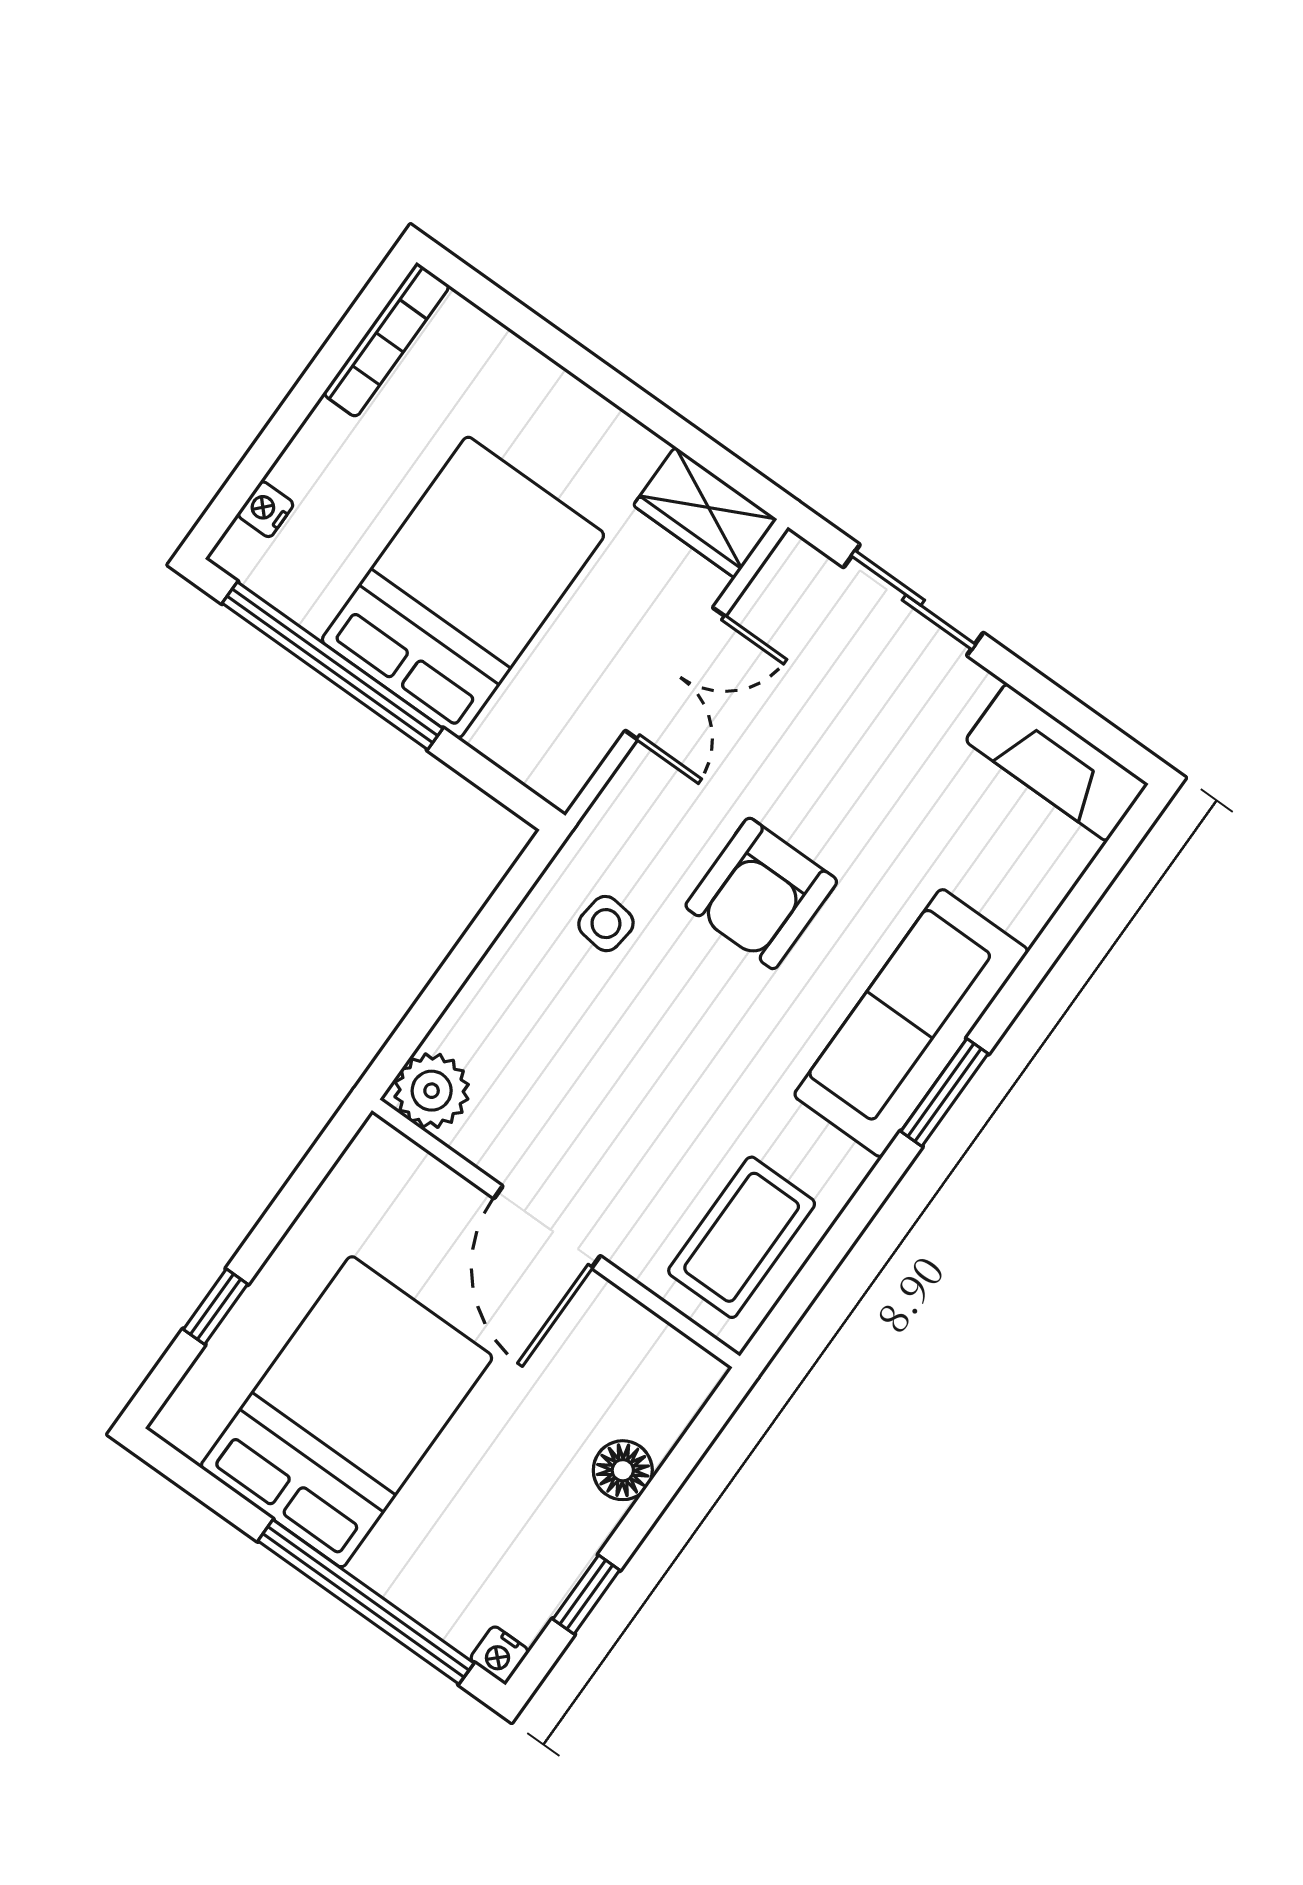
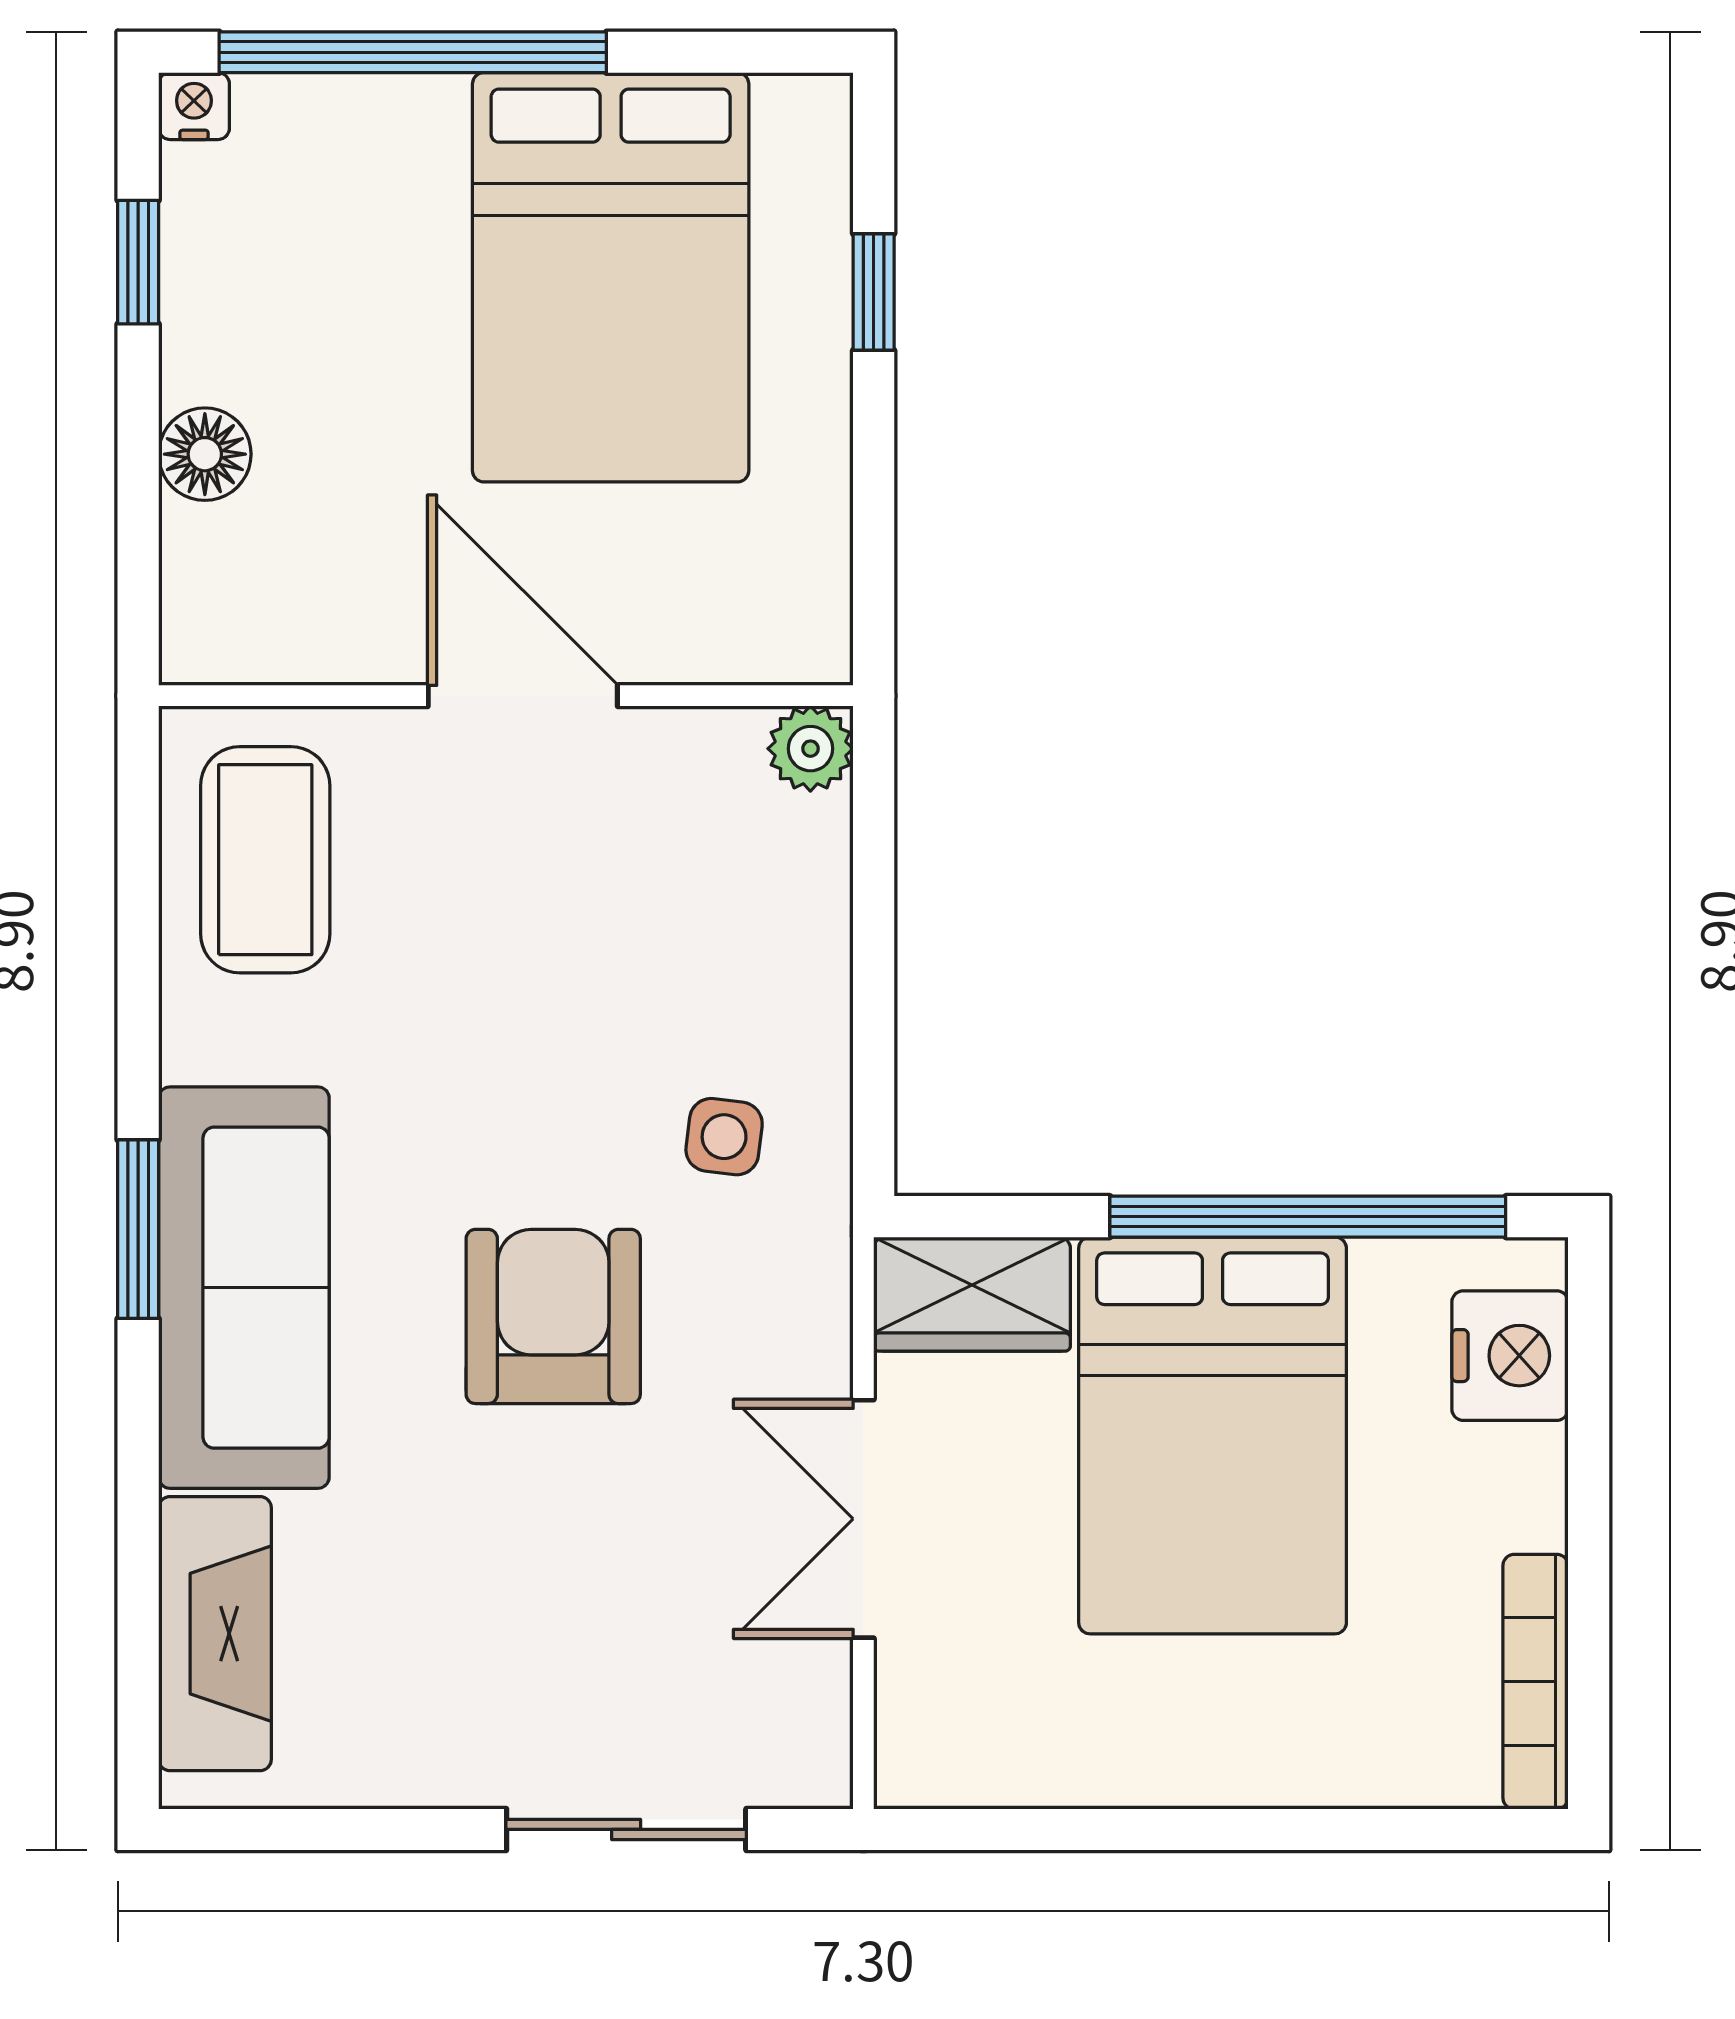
nightstand: (266, 509) -> (1510, 1356), width x1.89, depth x1.79
wardrobe: (705, 512) -> (972, 1294), moved, turned 180
fireplace: (1057, 762) -> (215, 1634), moved, turned 90
plant: (432, 1091) -> (810, 749), width x0.73, depth x0.73

